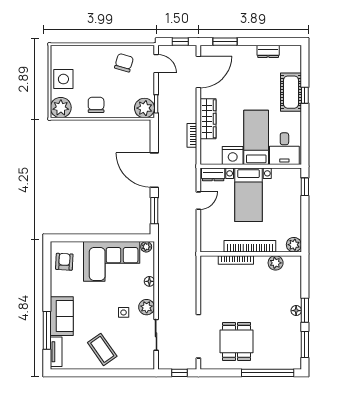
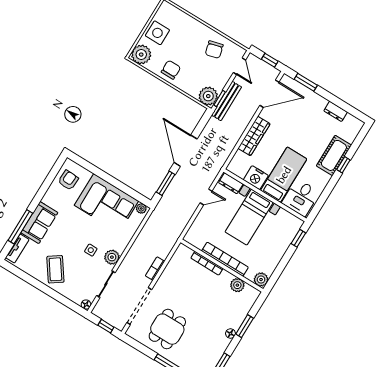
chair: (124, 63) -> (214, 50), turned 149
bench: (164, 102) -> (226, 101), added
bookcase: (192, 135) -> (155, 269), moved
floor lamp: (149, 281) -> (86, 305), moved
window: (305, 310) -> (245, 326), moved

